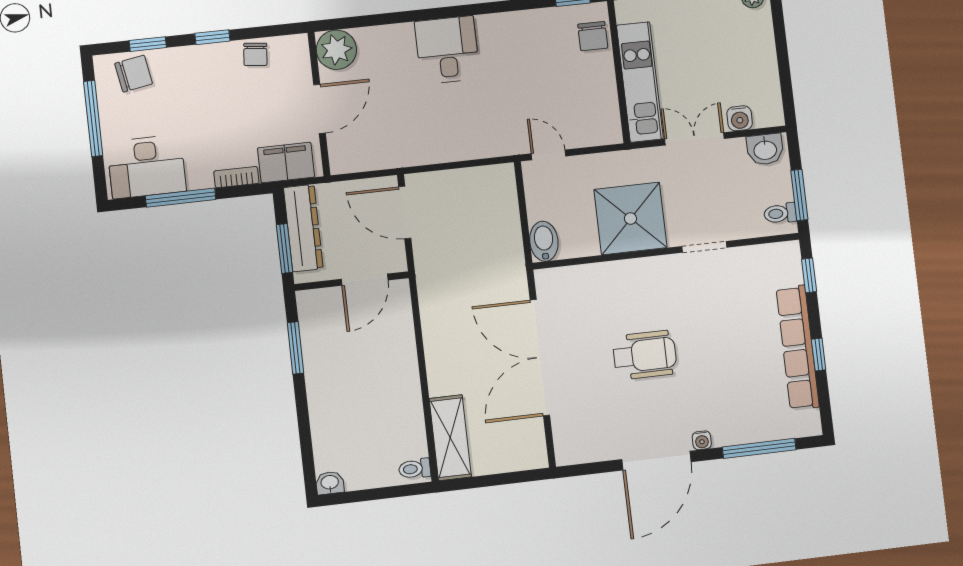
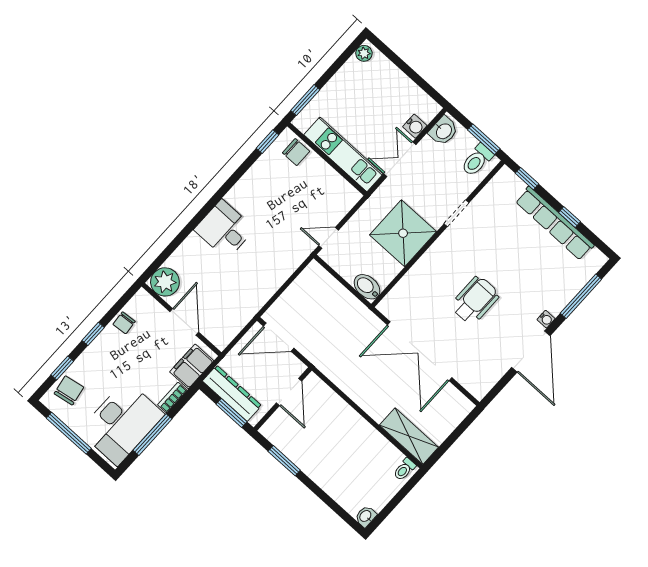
chair: (255, 54) -> (124, 323), turned 79
desk: (147, 167) -> (122, 423), width x1.36, depth x1.30
toilet: (780, 213) -> (477, 160), width x1.37, depth x1.39

